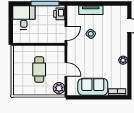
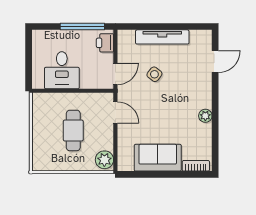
tv unit: (91, 10) -> (162, 37), width x1.41
desk: (24, 17) -> (62, 70), moved, turned 180
door: (66, 69) -> (115, 113), moved

